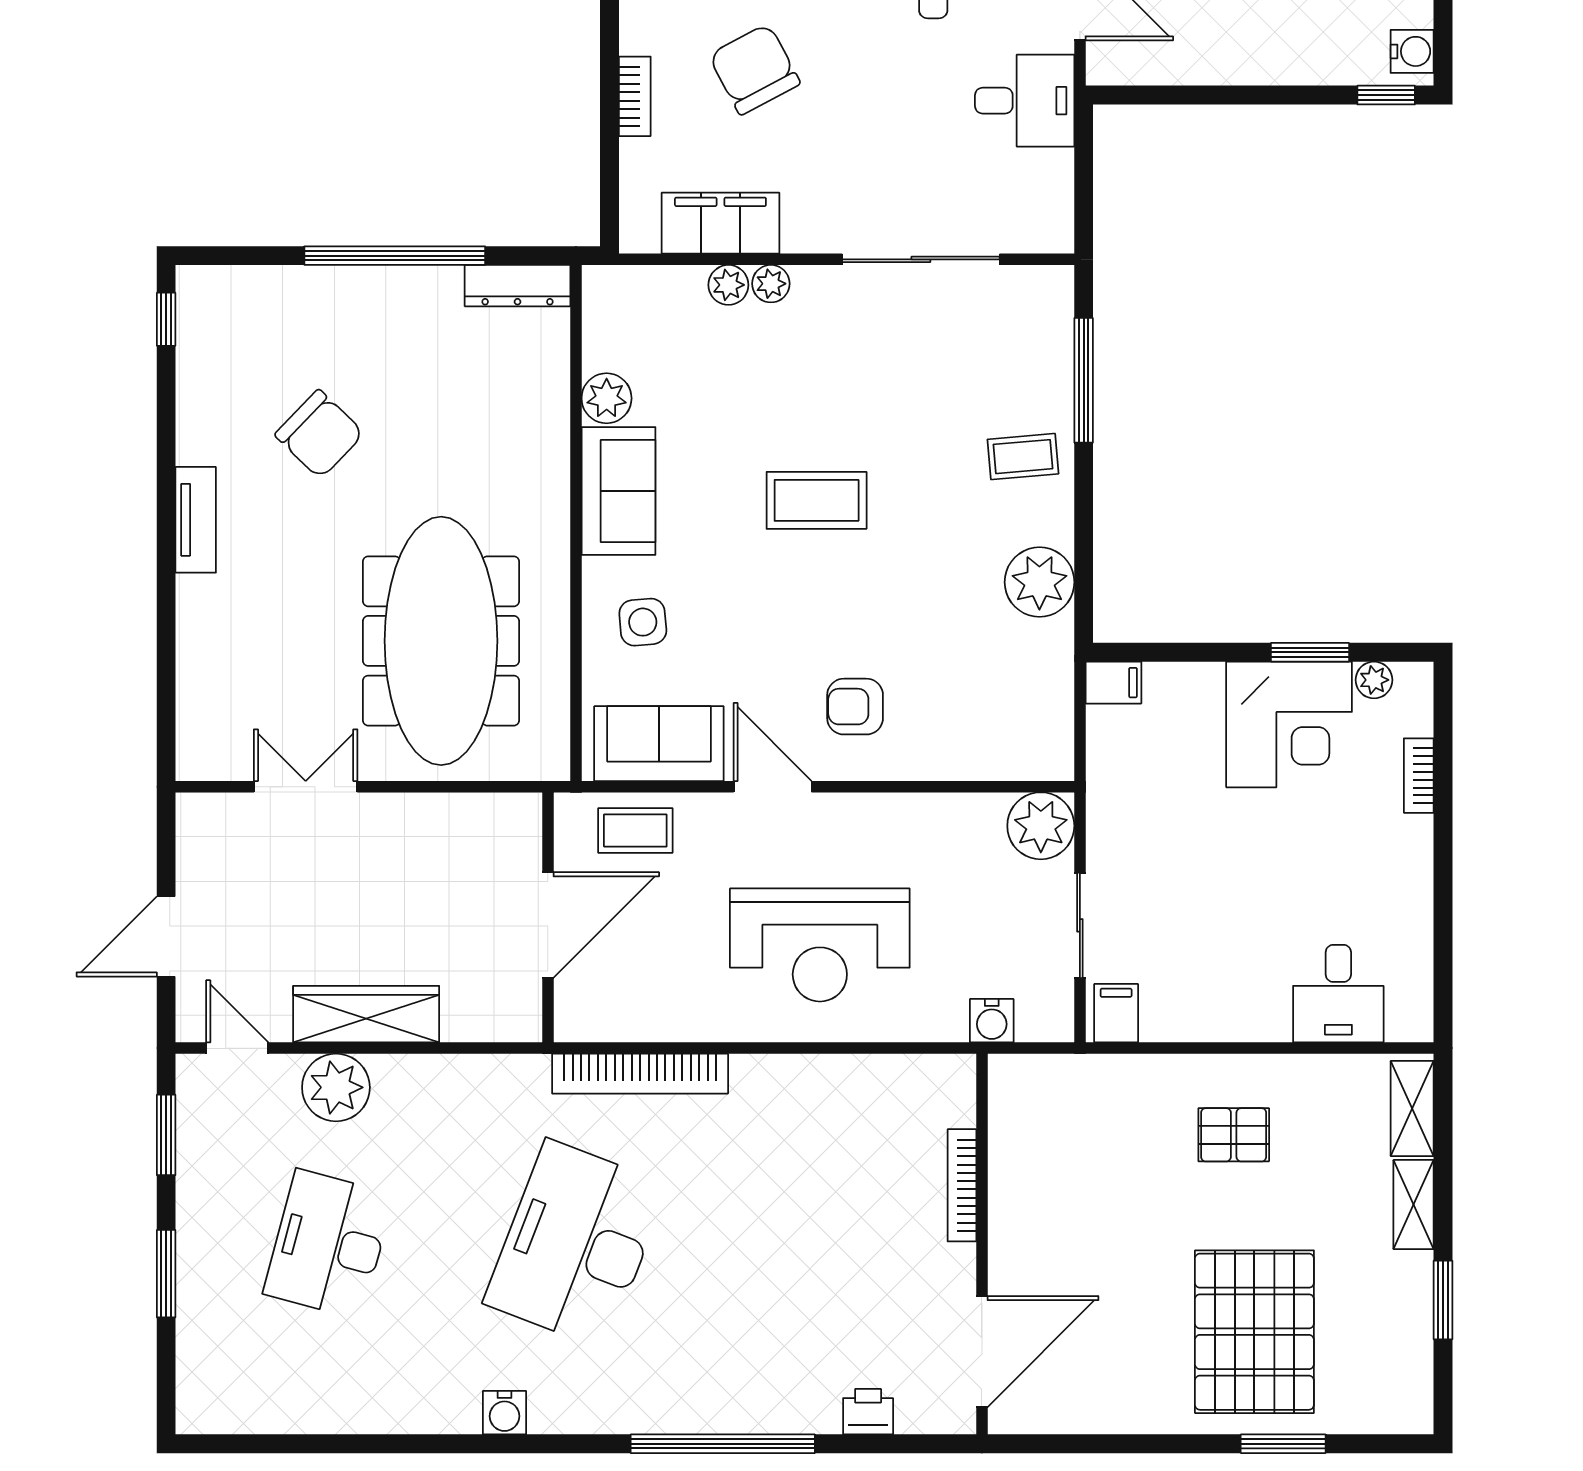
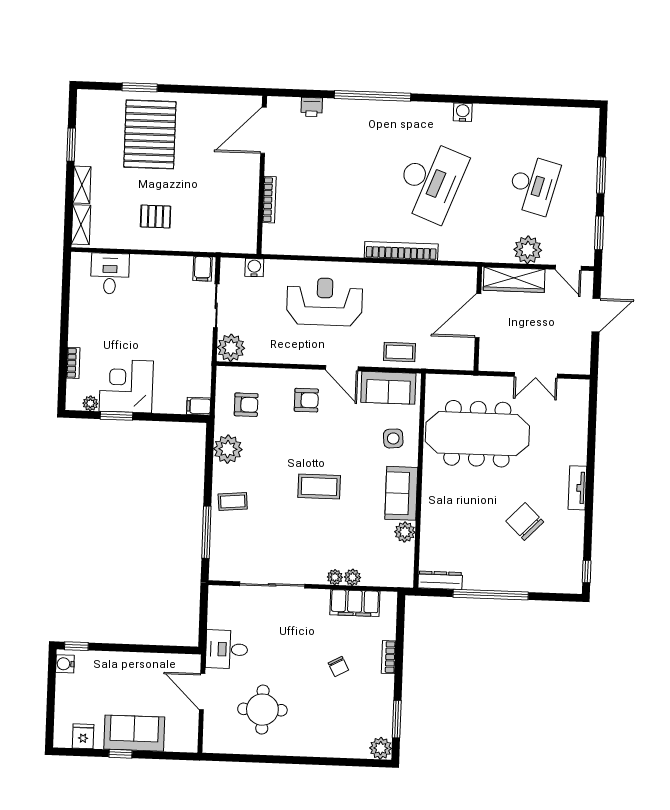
chair: (754, 69) -> (338, 666), width x0.54, depth x0.54
meeting table: (441, 641) -> (477, 434), turned 90
armchair: (999, 690) -> (246, 405), added
wall: (548, 917) -> (478, 319), moved
door: (548, 925) -> (478, 316), moved

